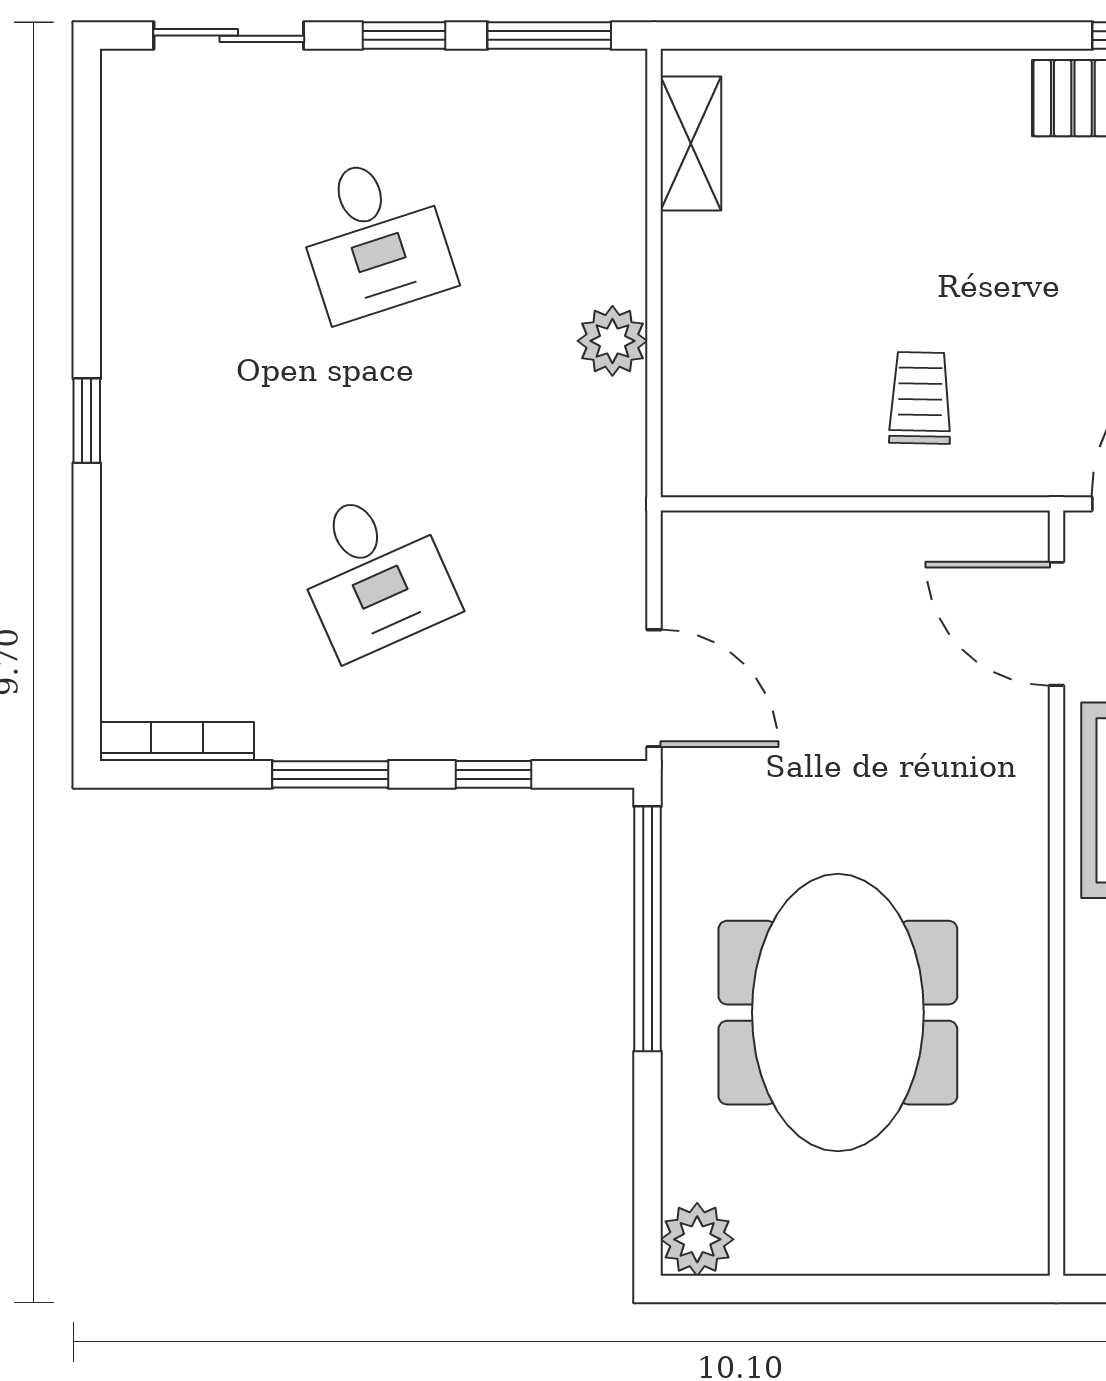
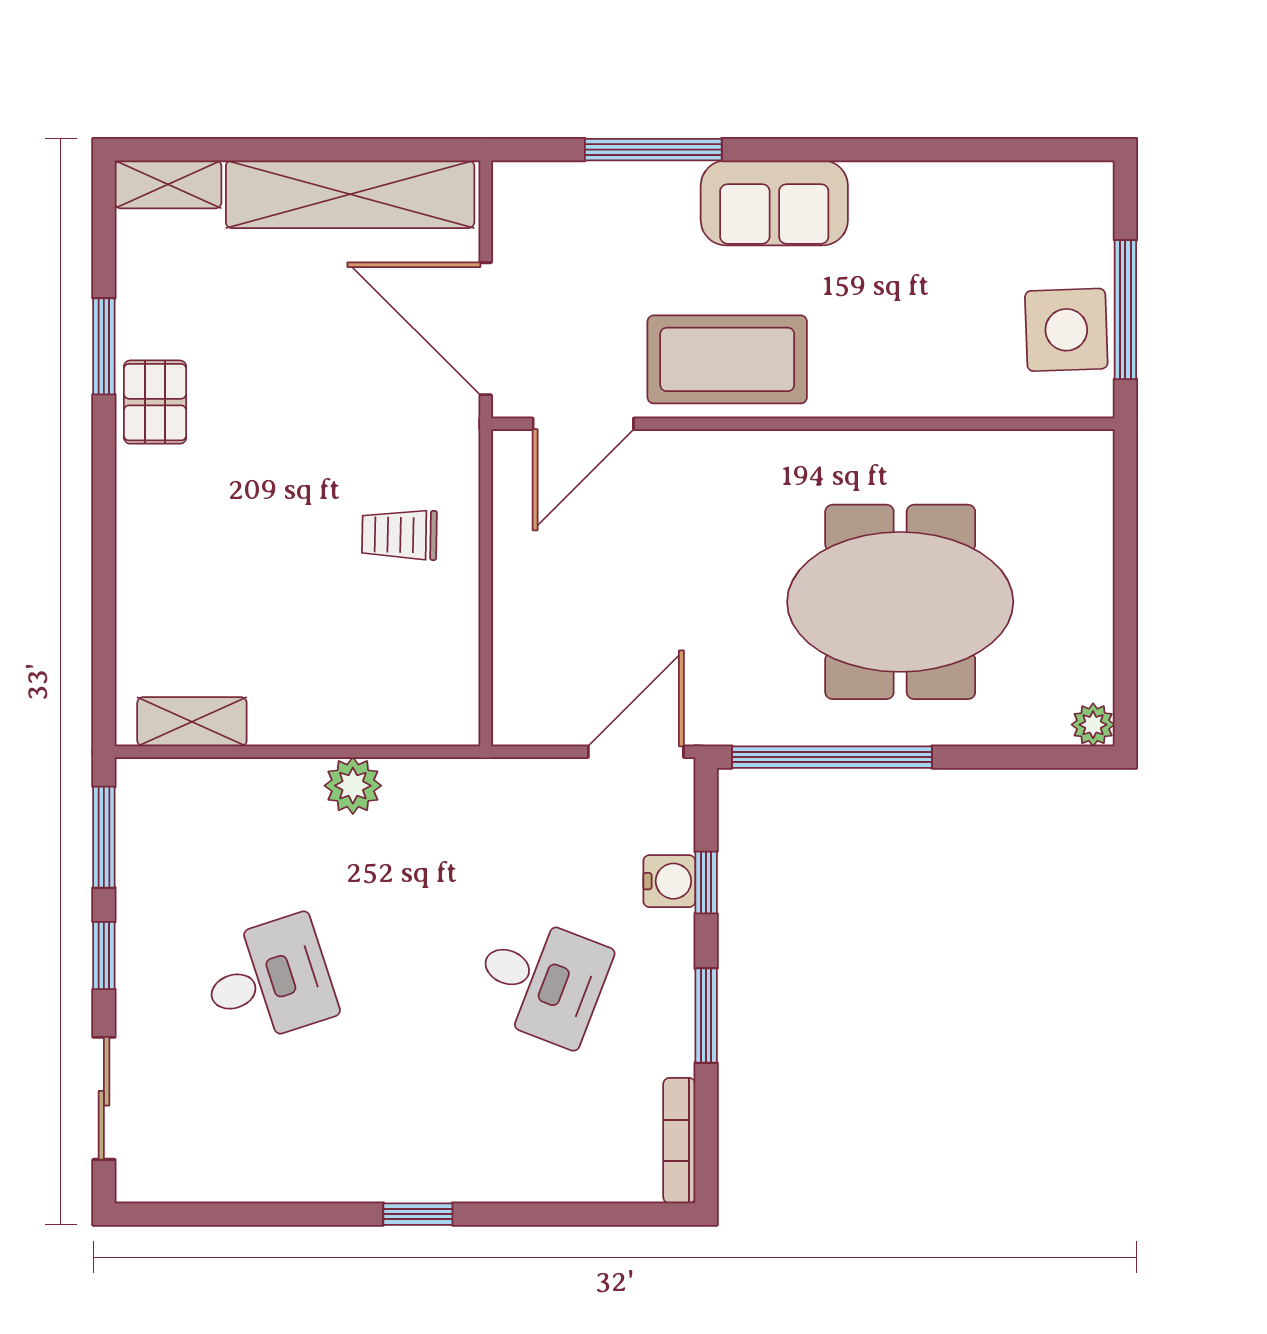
desk: (374, 573) -> (542, 980), turned 45
water cooler: (495, 729) -> (669, 881), added
plant: (697, 1239) -> (1093, 725), width x0.73, depth x0.73

